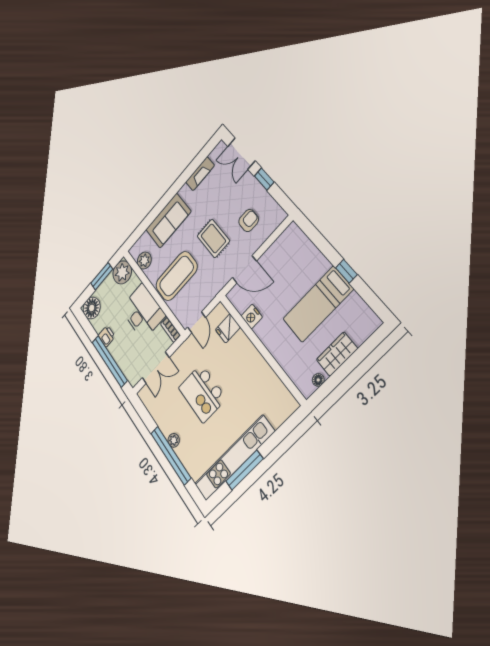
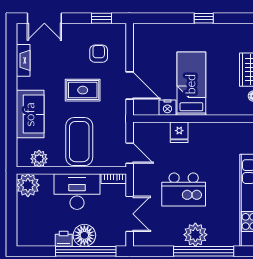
window: (264, 179) -> (102, 18), moved
door: (244, 269) -> (130, 86), hinge flipped
window: (102, 276) -> (11, 206), removed
bed: (318, 304) -> (191, 84), moved, turned 180
floor lamp: (92, 308) -> (84, 235), moved
fridge: (228, 328) -> (179, 132), moved
plant: (174, 440) -> (195, 235), width x1.88, depth x1.88

